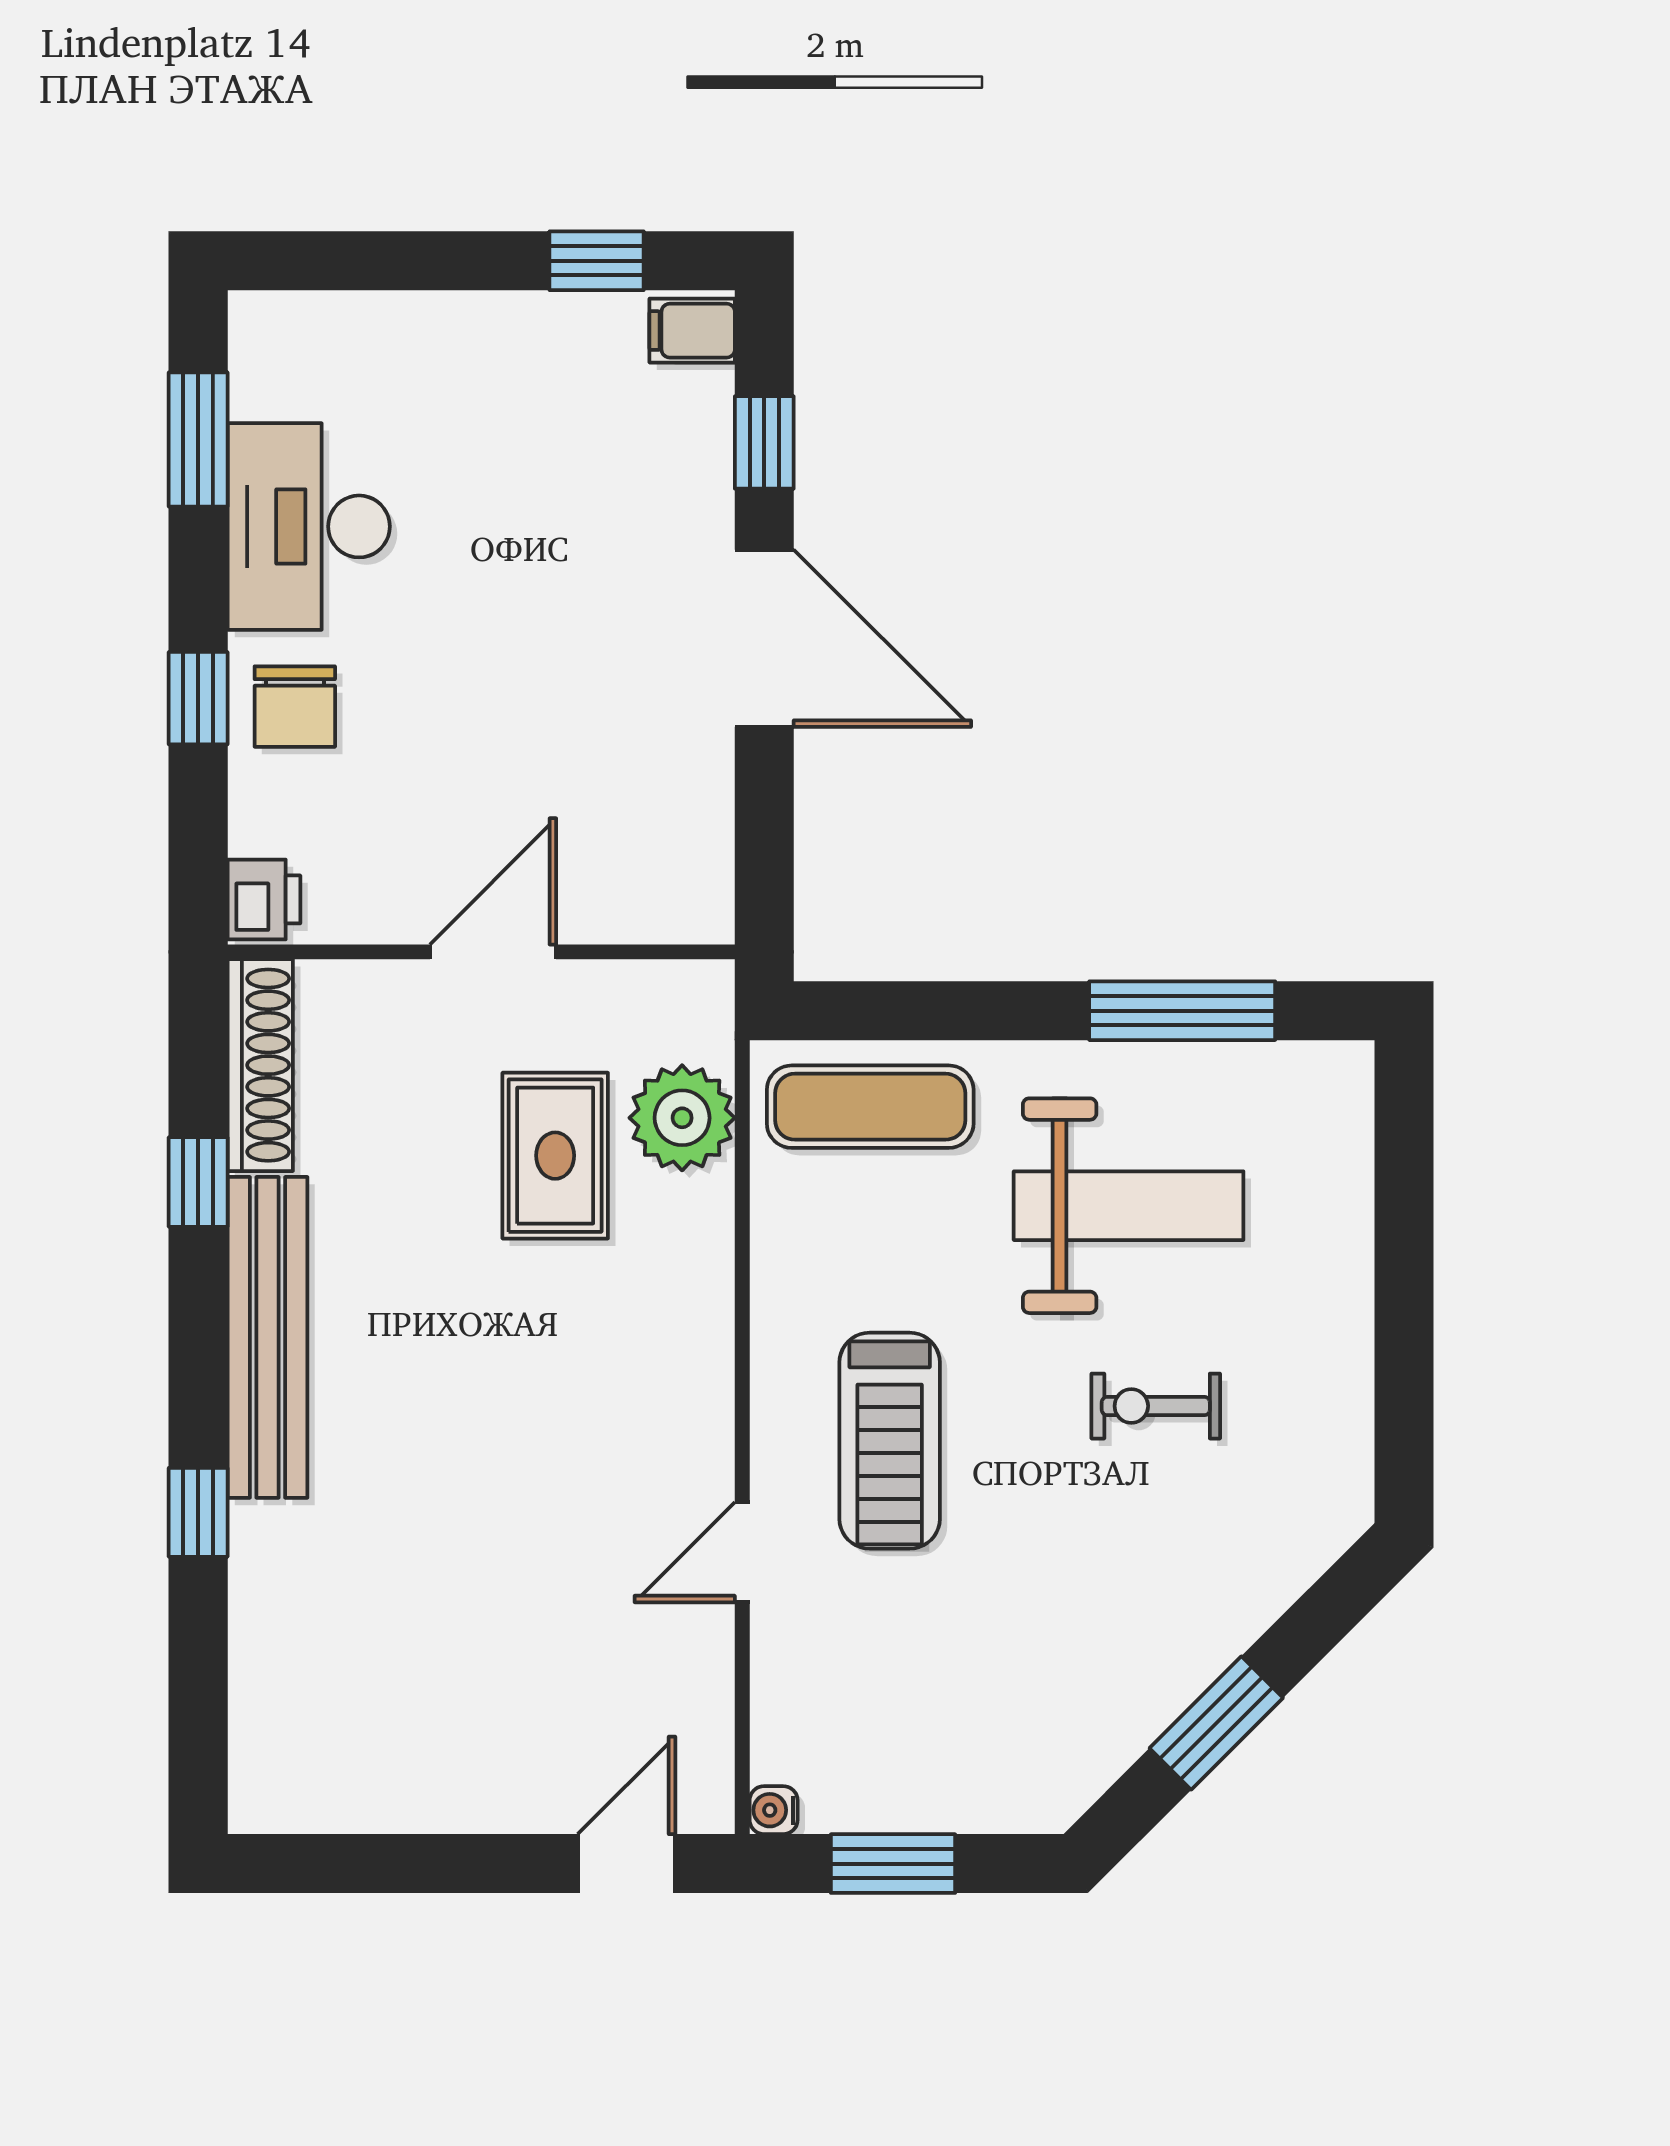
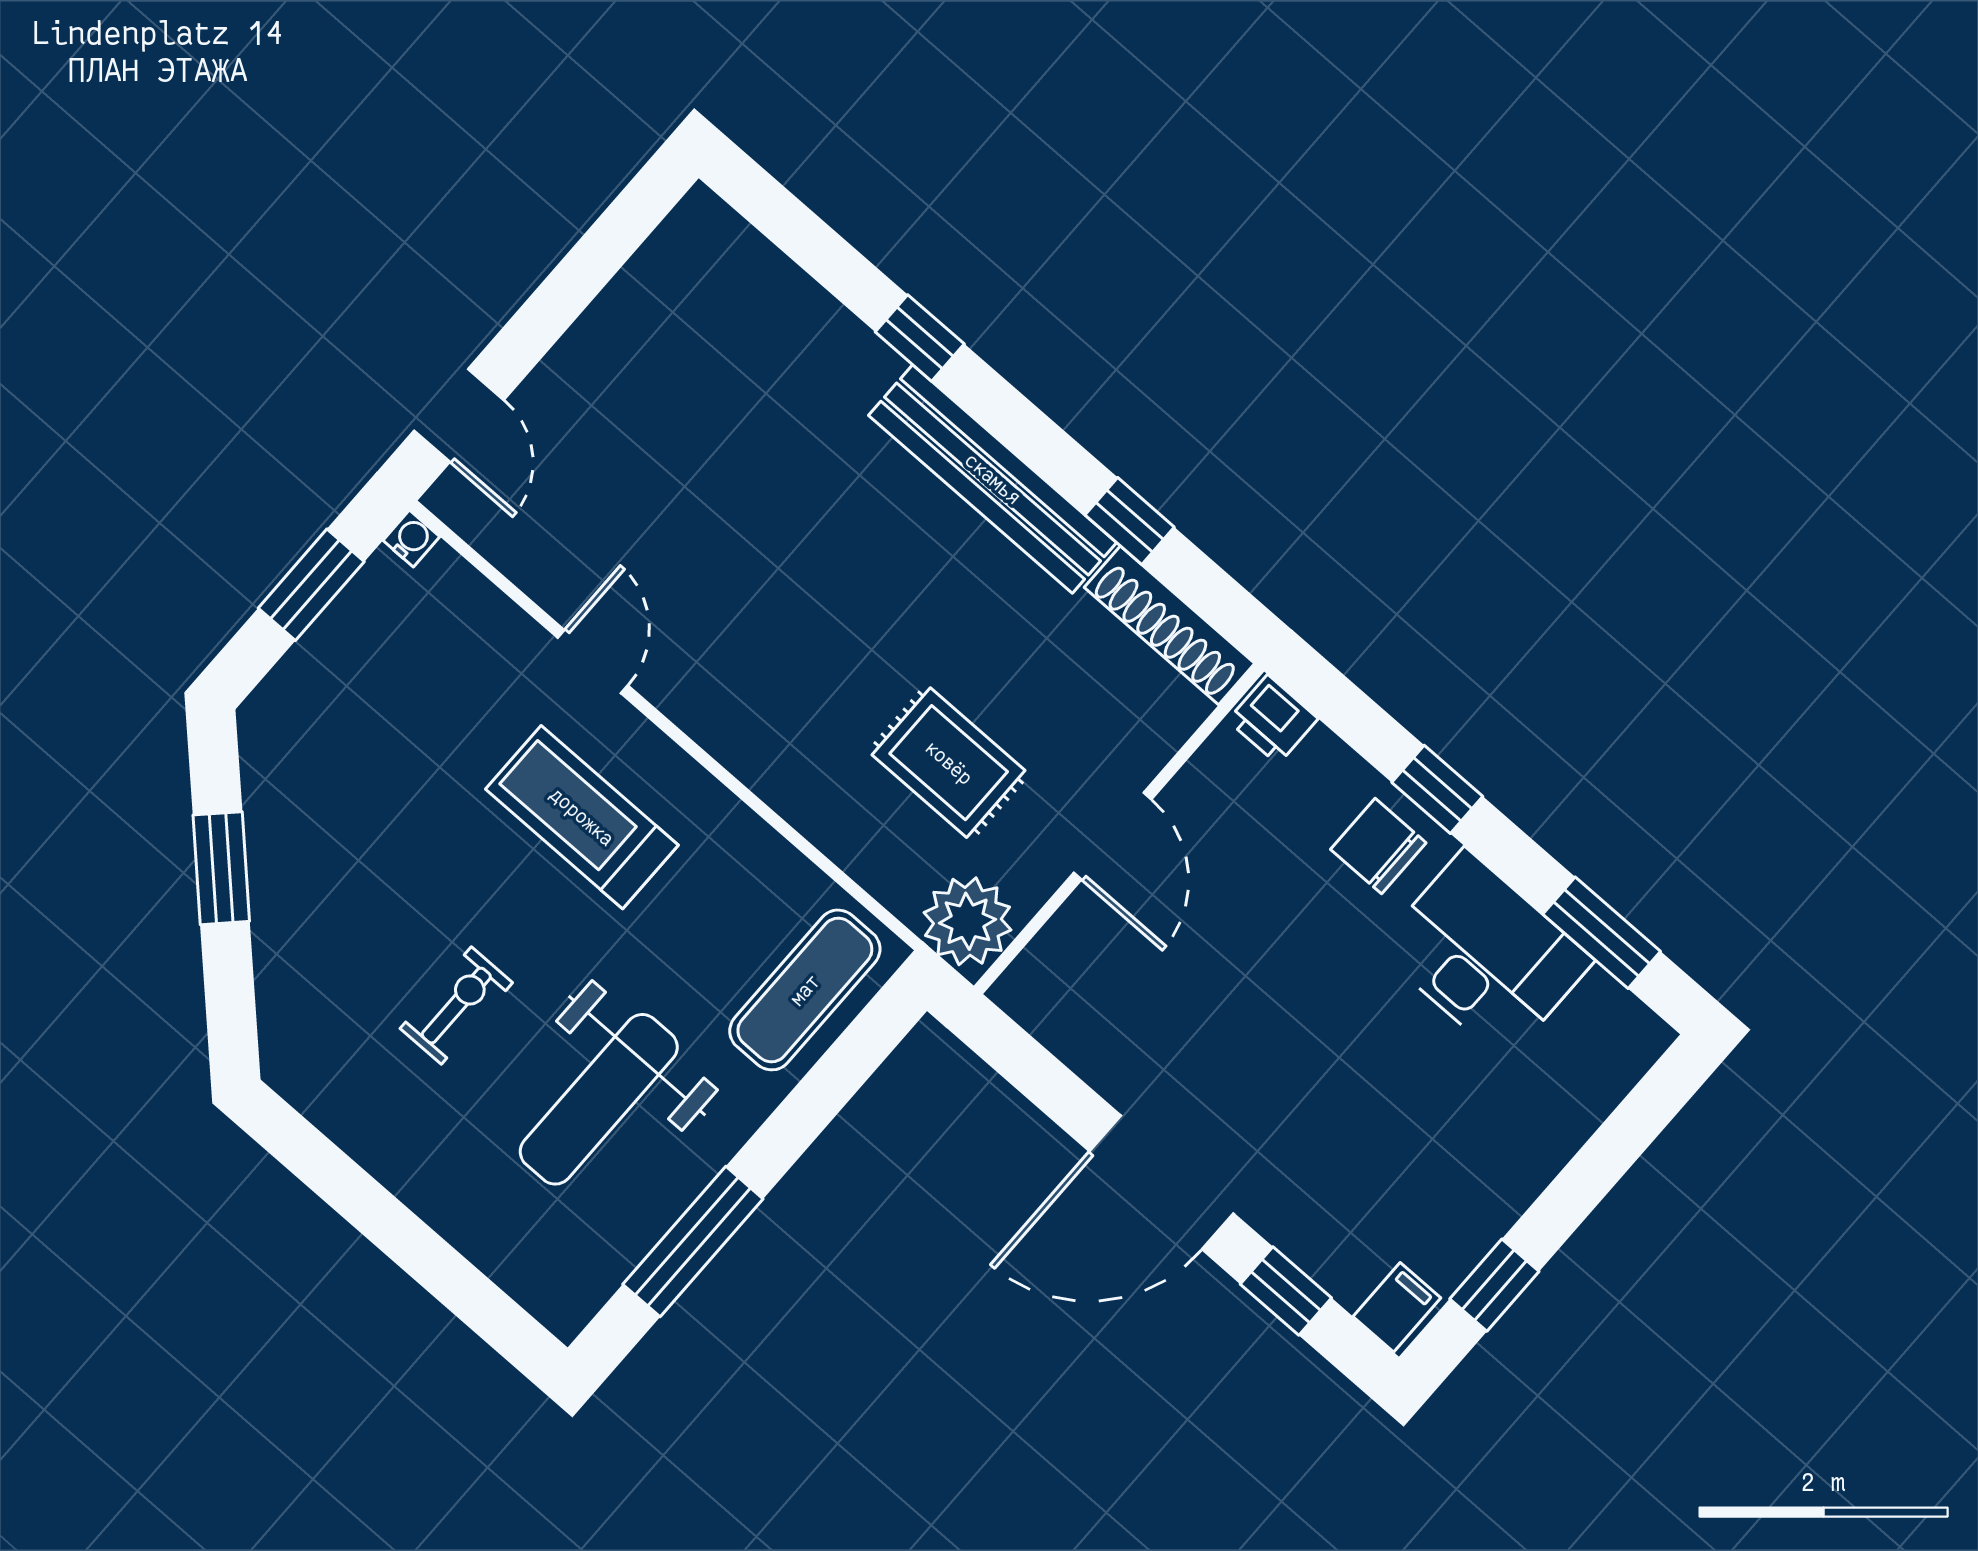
plant: (682, 1118) -> (967, 921), moved

